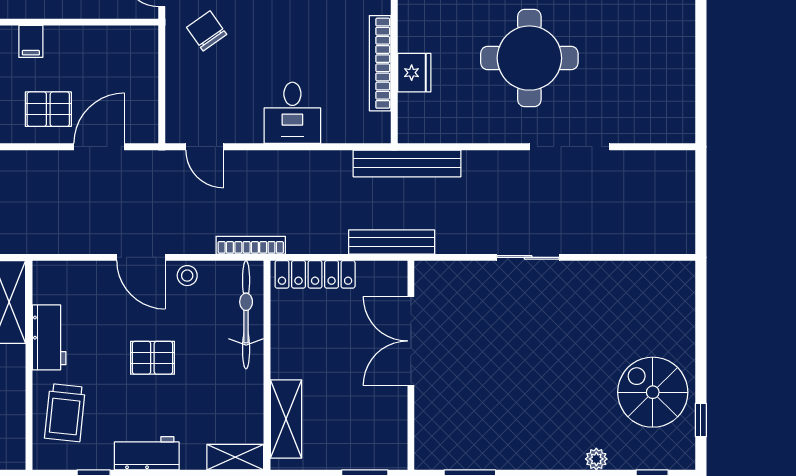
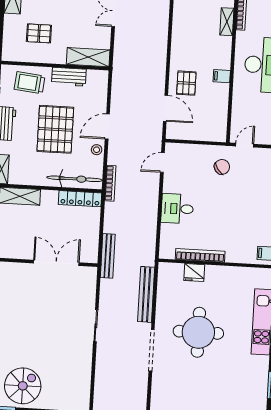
bench: (407, 163) -> (146, 294), moved
locker: (315, 274) -> (80, 199), moved, turned -90
pallet: (152, 358) -> (55, 129), width x2.05, depth x2.00

